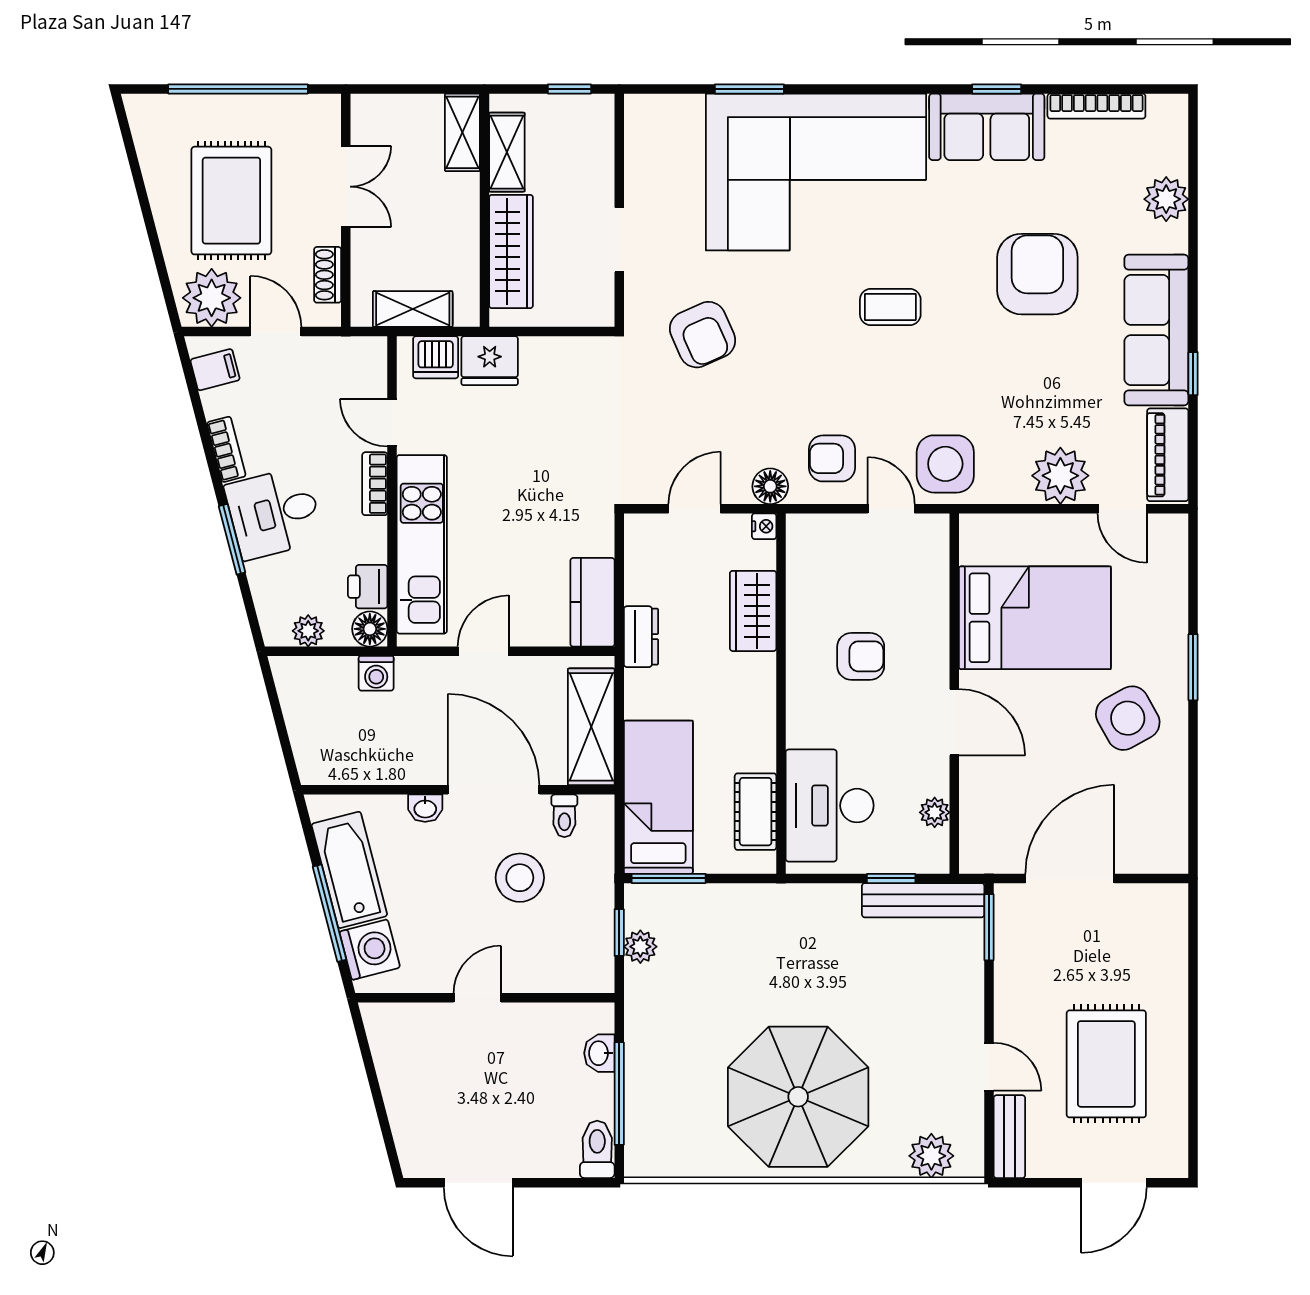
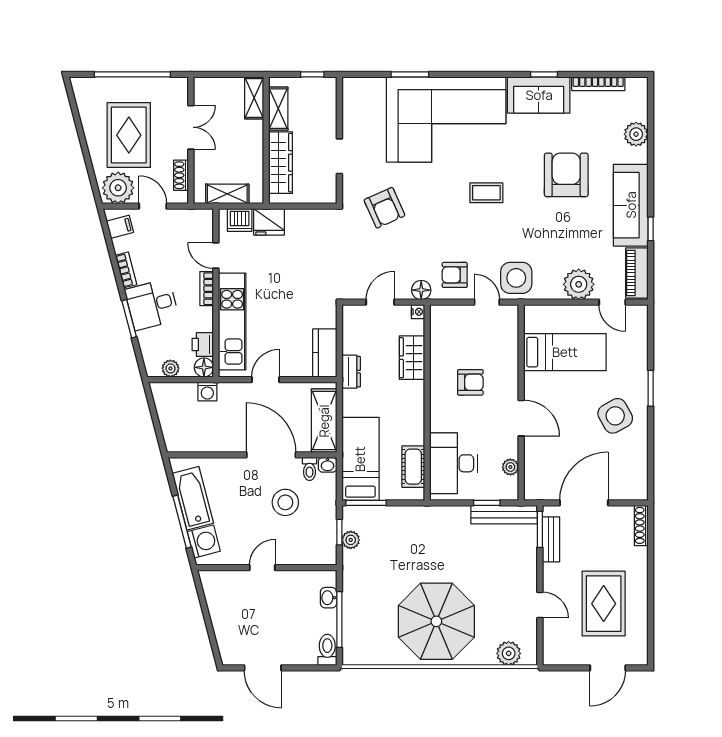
bed: (1035, 618) -> (565, 352), width x0.67
washbasin: (425, 808) -> (328, 465), moved
shoe rack: (1176, 920) -> (641, 525), added
bench: (1009, 1137) -> (551, 539), moved

